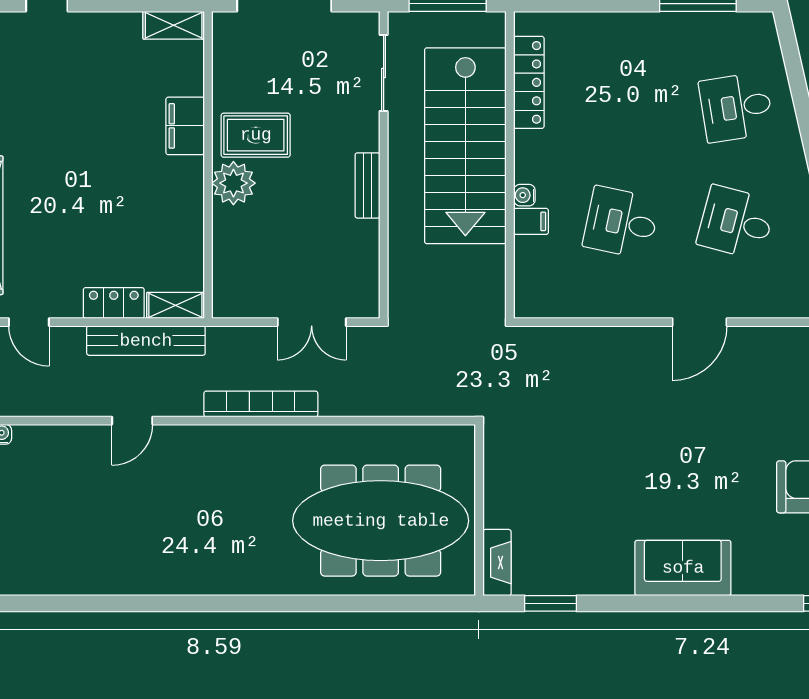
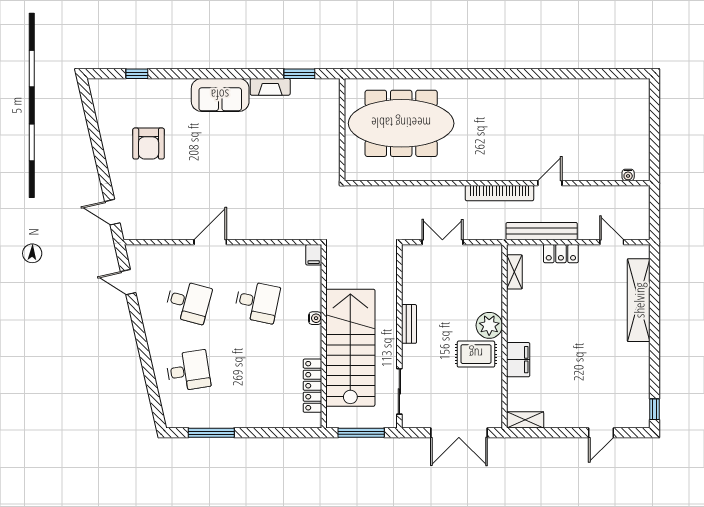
filing cabinet: (531, 221) -> (314, 255), moved, turned -90
shelving: (175, 305) -> (514, 272), moved, turned 90
bookcase: (261, 404) -> (499, 193), moved
fireplace: (497, 563) -> (270, 87), moved, turned -90

